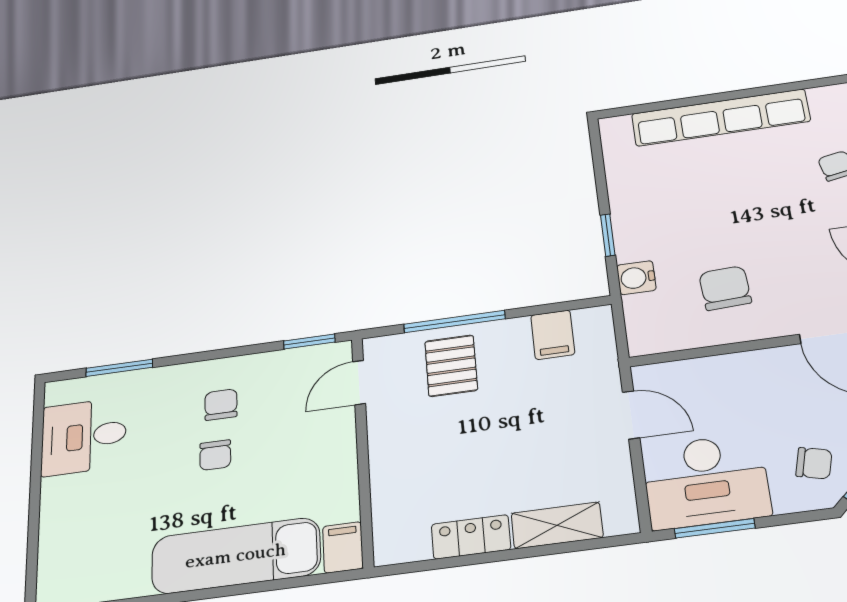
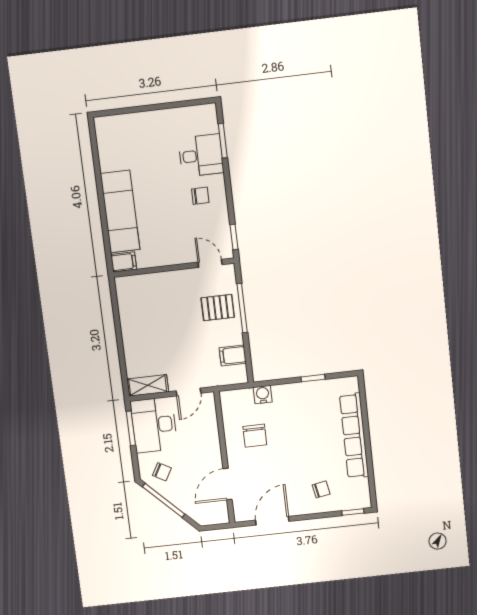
window: (608, 235) -> (313, 378), moved
chair: (725, 288) -> (255, 436), turned 93
desk: (84, 437) -> (201, 155), moved, turned 90
chair: (215, 455) -> (173, 196), removed
chair: (814, 463) -> (162, 472), turned -75
shelving: (557, 525) -> (148, 385), moved, turned 90
locker: (471, 537) -> (128, 321), removed

